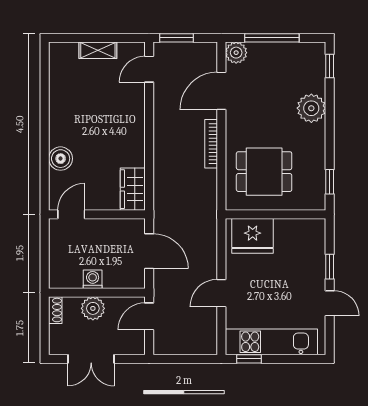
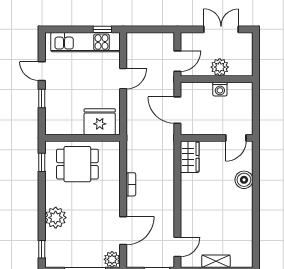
bookcase: (211, 144) -> (131, 184), width x0.64
dining table: (264, 172) -> (77, 164), moved
shoe rack: (55, 310) -> (248, 66), removed

